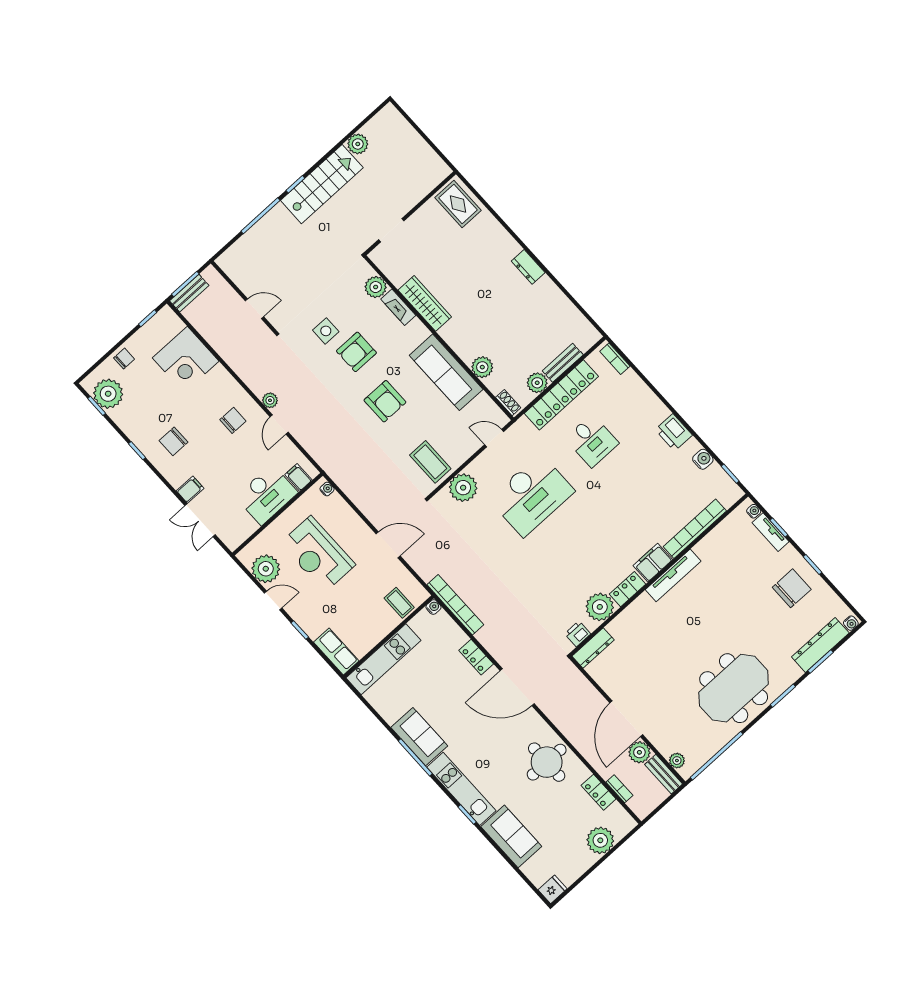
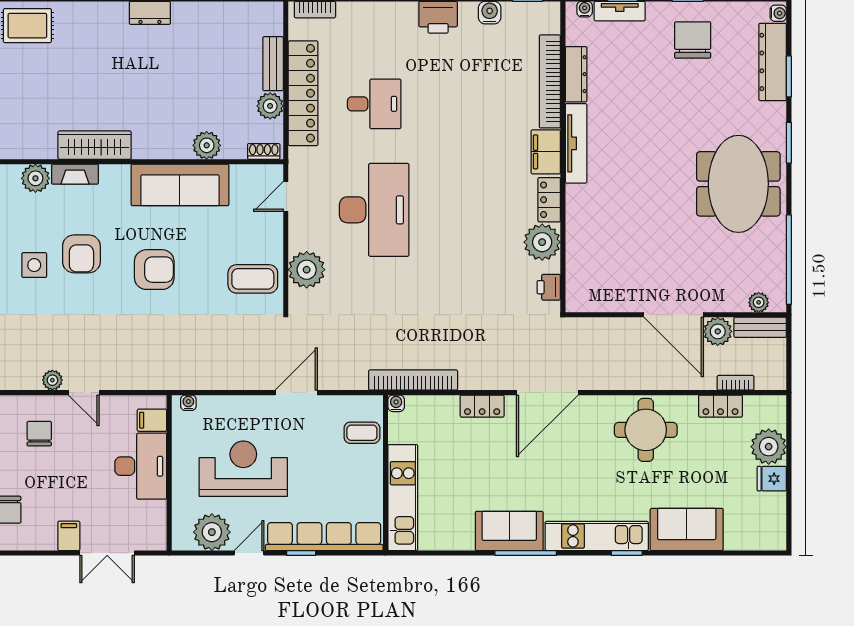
reception desk: (318, 554) -> (243, 469), turned 180
dresser: (593, 648) -> (576, 74), moved
row of seats: (336, 652) -> (324, 537), width x2.02
fridge: (553, 889) -> (772, 479), moved, turned -90

